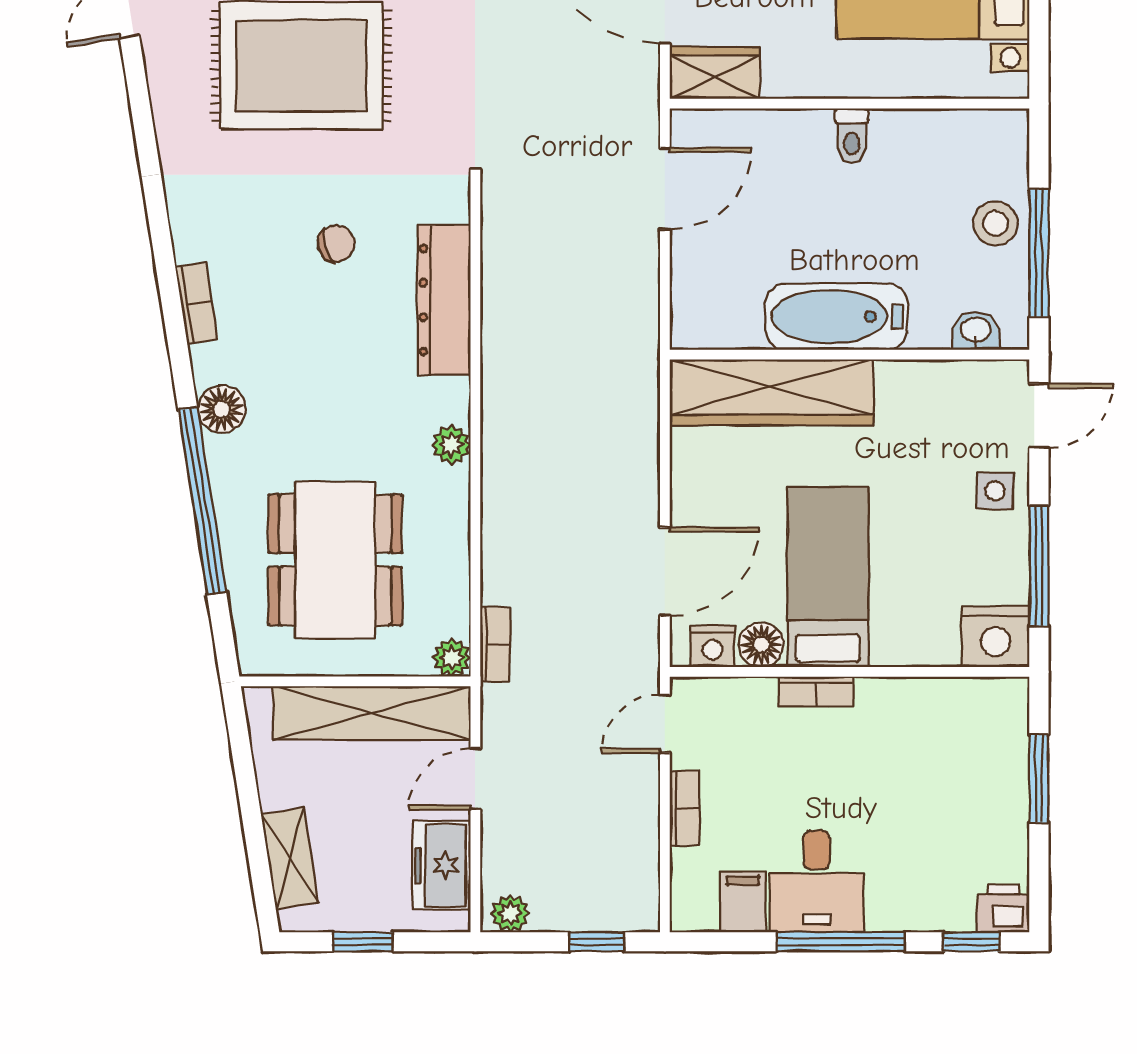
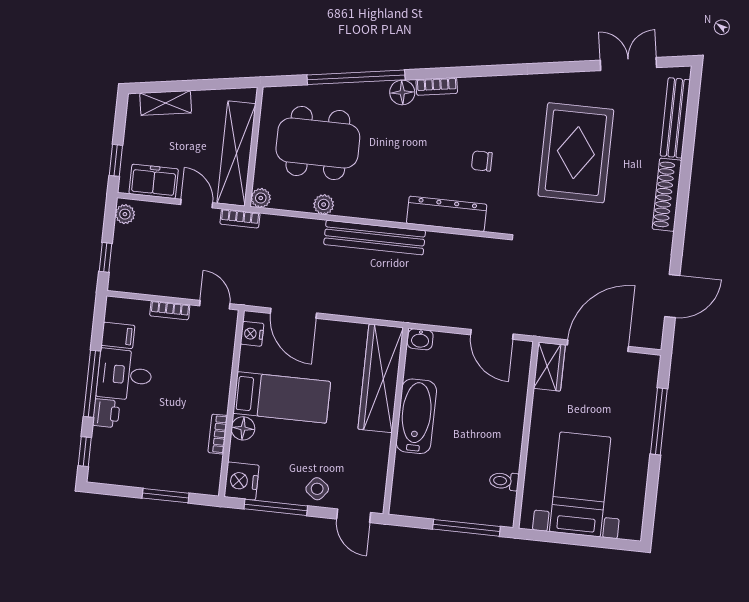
toilet: (852, 136) -> (504, 481), moved
stool: (995, 223) -> (456, 504), removed
chair: (336, 243) -> (482, 161), turned 105
window: (1039, 253) -> (466, 528), moved
bookcase: (197, 304) -> (437, 86), moved
washbasin: (976, 331) -> (420, 339), moved, turned 90
bench: (504, 432) -> (375, 238), added
plant: (451, 445) -> (324, 204), moved
side table: (995, 491) -> (317, 489), turned 35
bookcase: (495, 645) -> (240, 218), moved
floor lamp: (761, 645) -> (243, 428), moved
bookcase: (816, 692) -> (218, 434), moved
printer: (1003, 909) -> (106, 413), moved
window: (363, 942) -> (116, 160), moved

